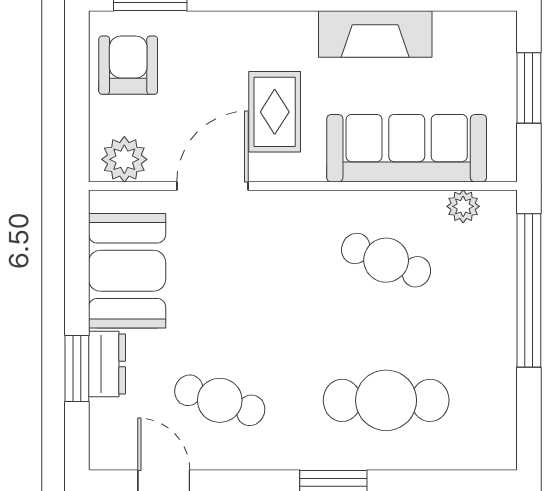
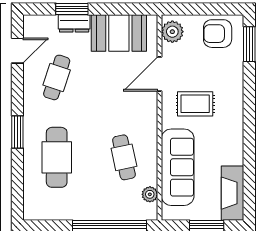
fireplace: (375, 34) -> (233, 193), moved
armchair: (128, 65) -> (218, 34), turned 180
door: (212, 186) -> (160, 74), swing flipped
cafe table: (386, 260) -> (124, 157), turned -33

